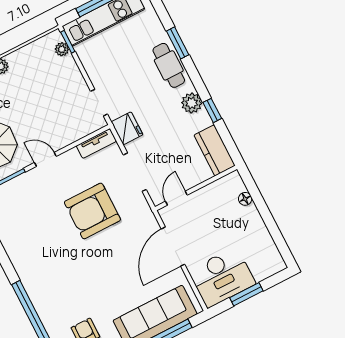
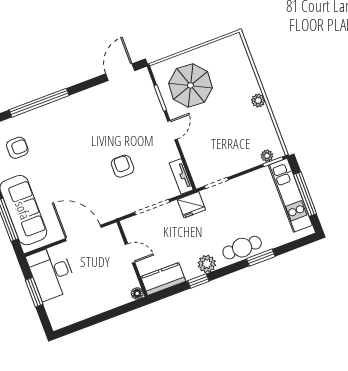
door: (176, 198) -> (130, 253), moved
floor lamp: (245, 199) -> (137, 293), moved
armchair: (92, 211) -> (123, 166), width x0.53, depth x0.53

